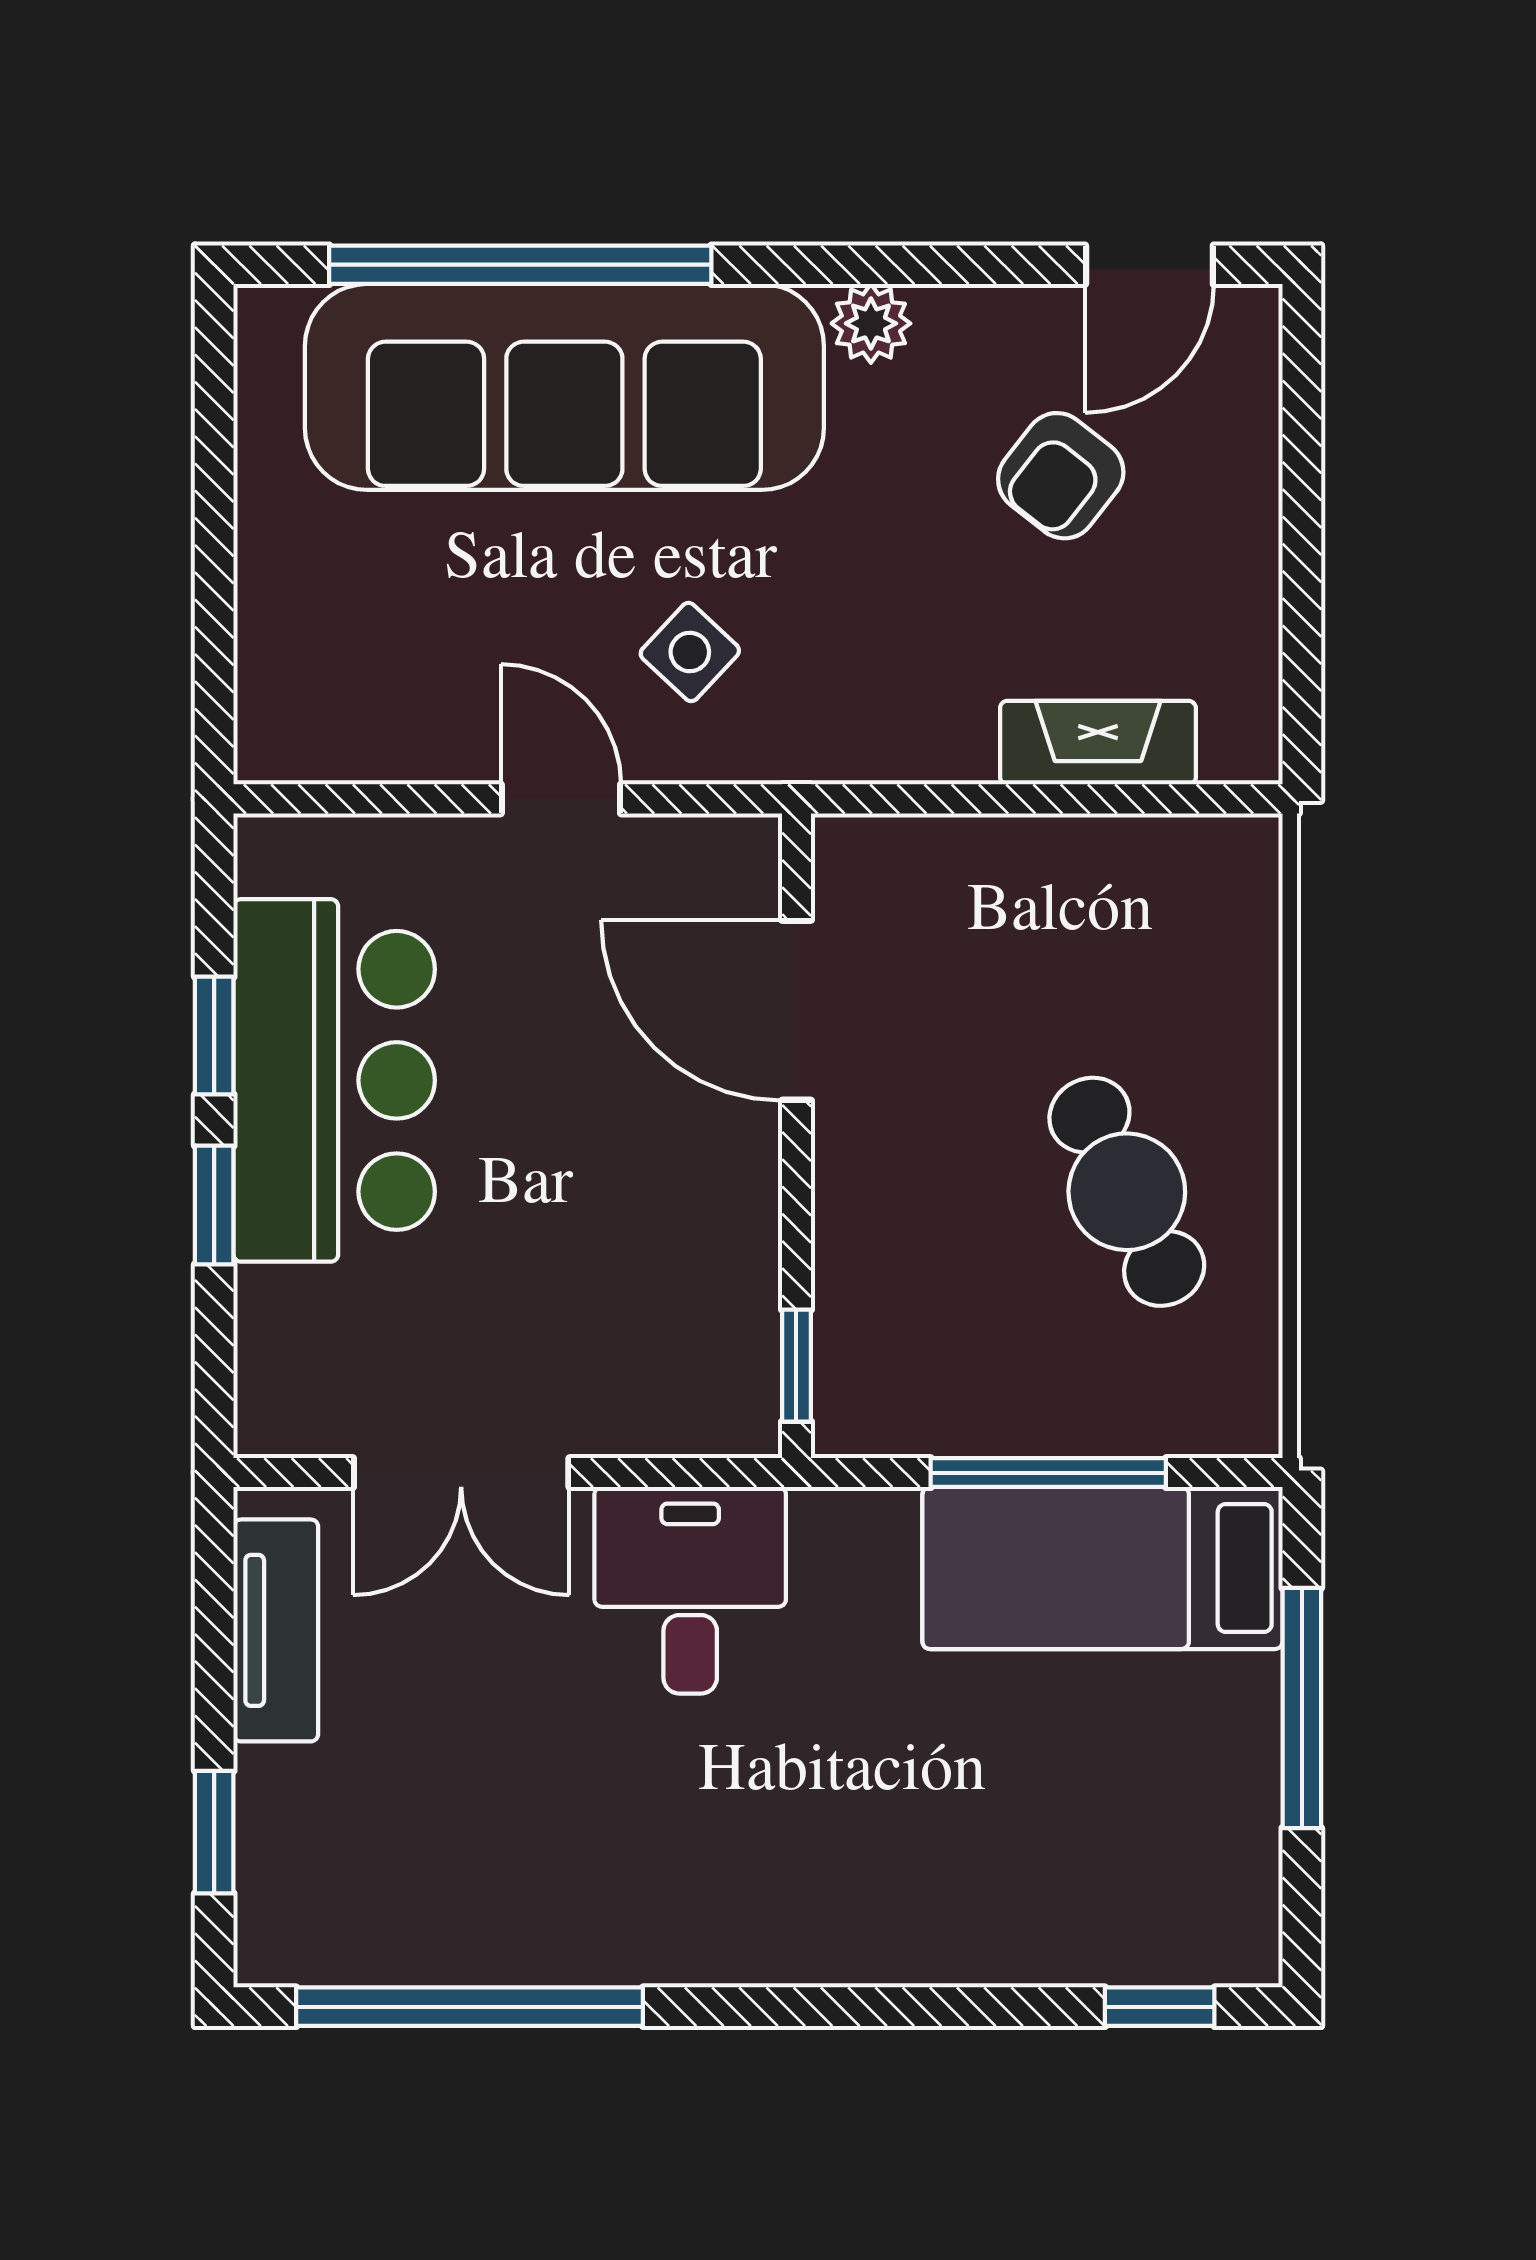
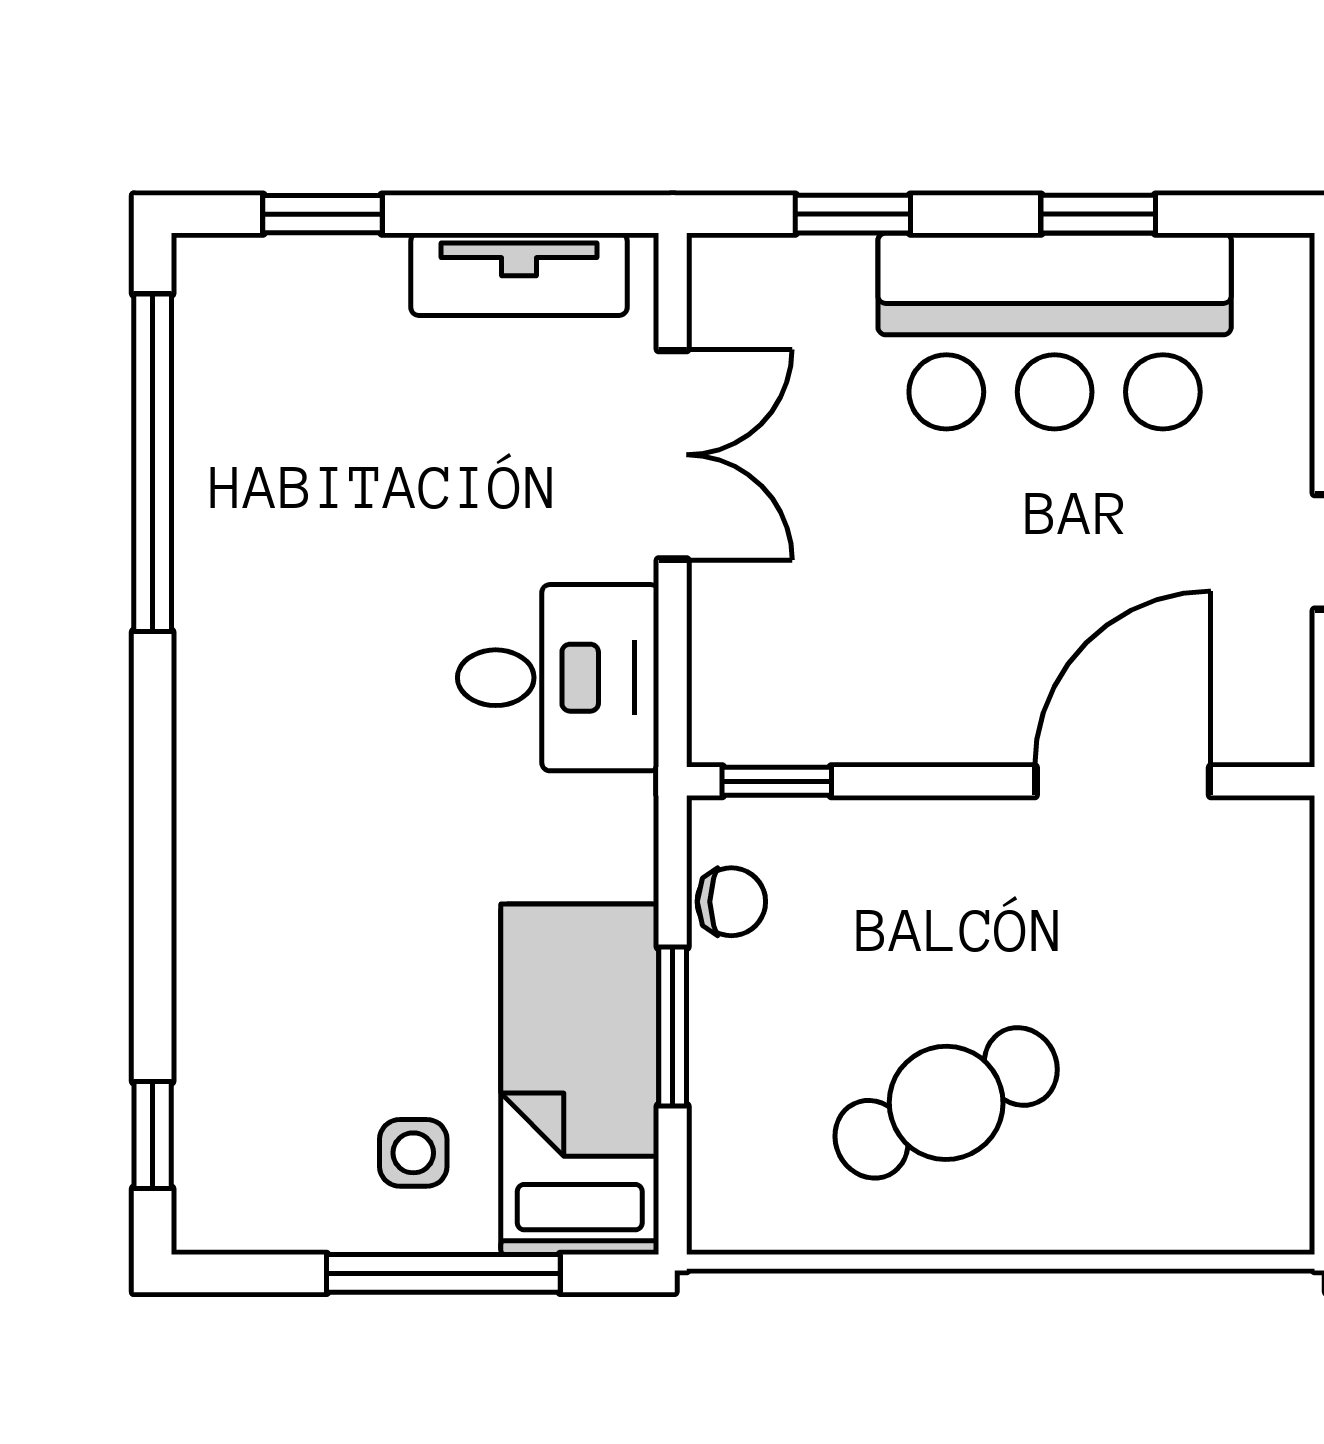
window: (214, 1205) -> (853, 214), moved
chair: (920, 1412) -> (731, 902), added
double door: (461, 1473) -> (673, 455), swing flipped
window: (1048, 1473) -> (673, 1026), width x0.69
side table: (1178, 1739) -> (413, 1153), added

